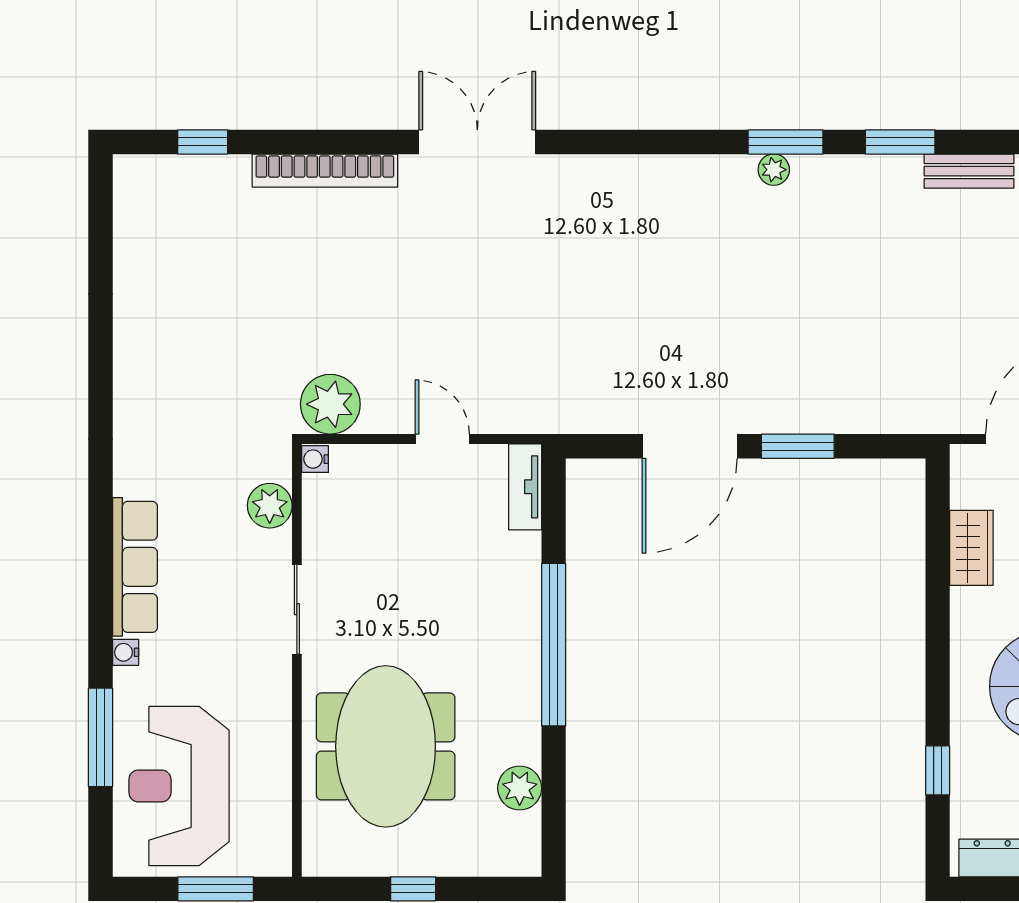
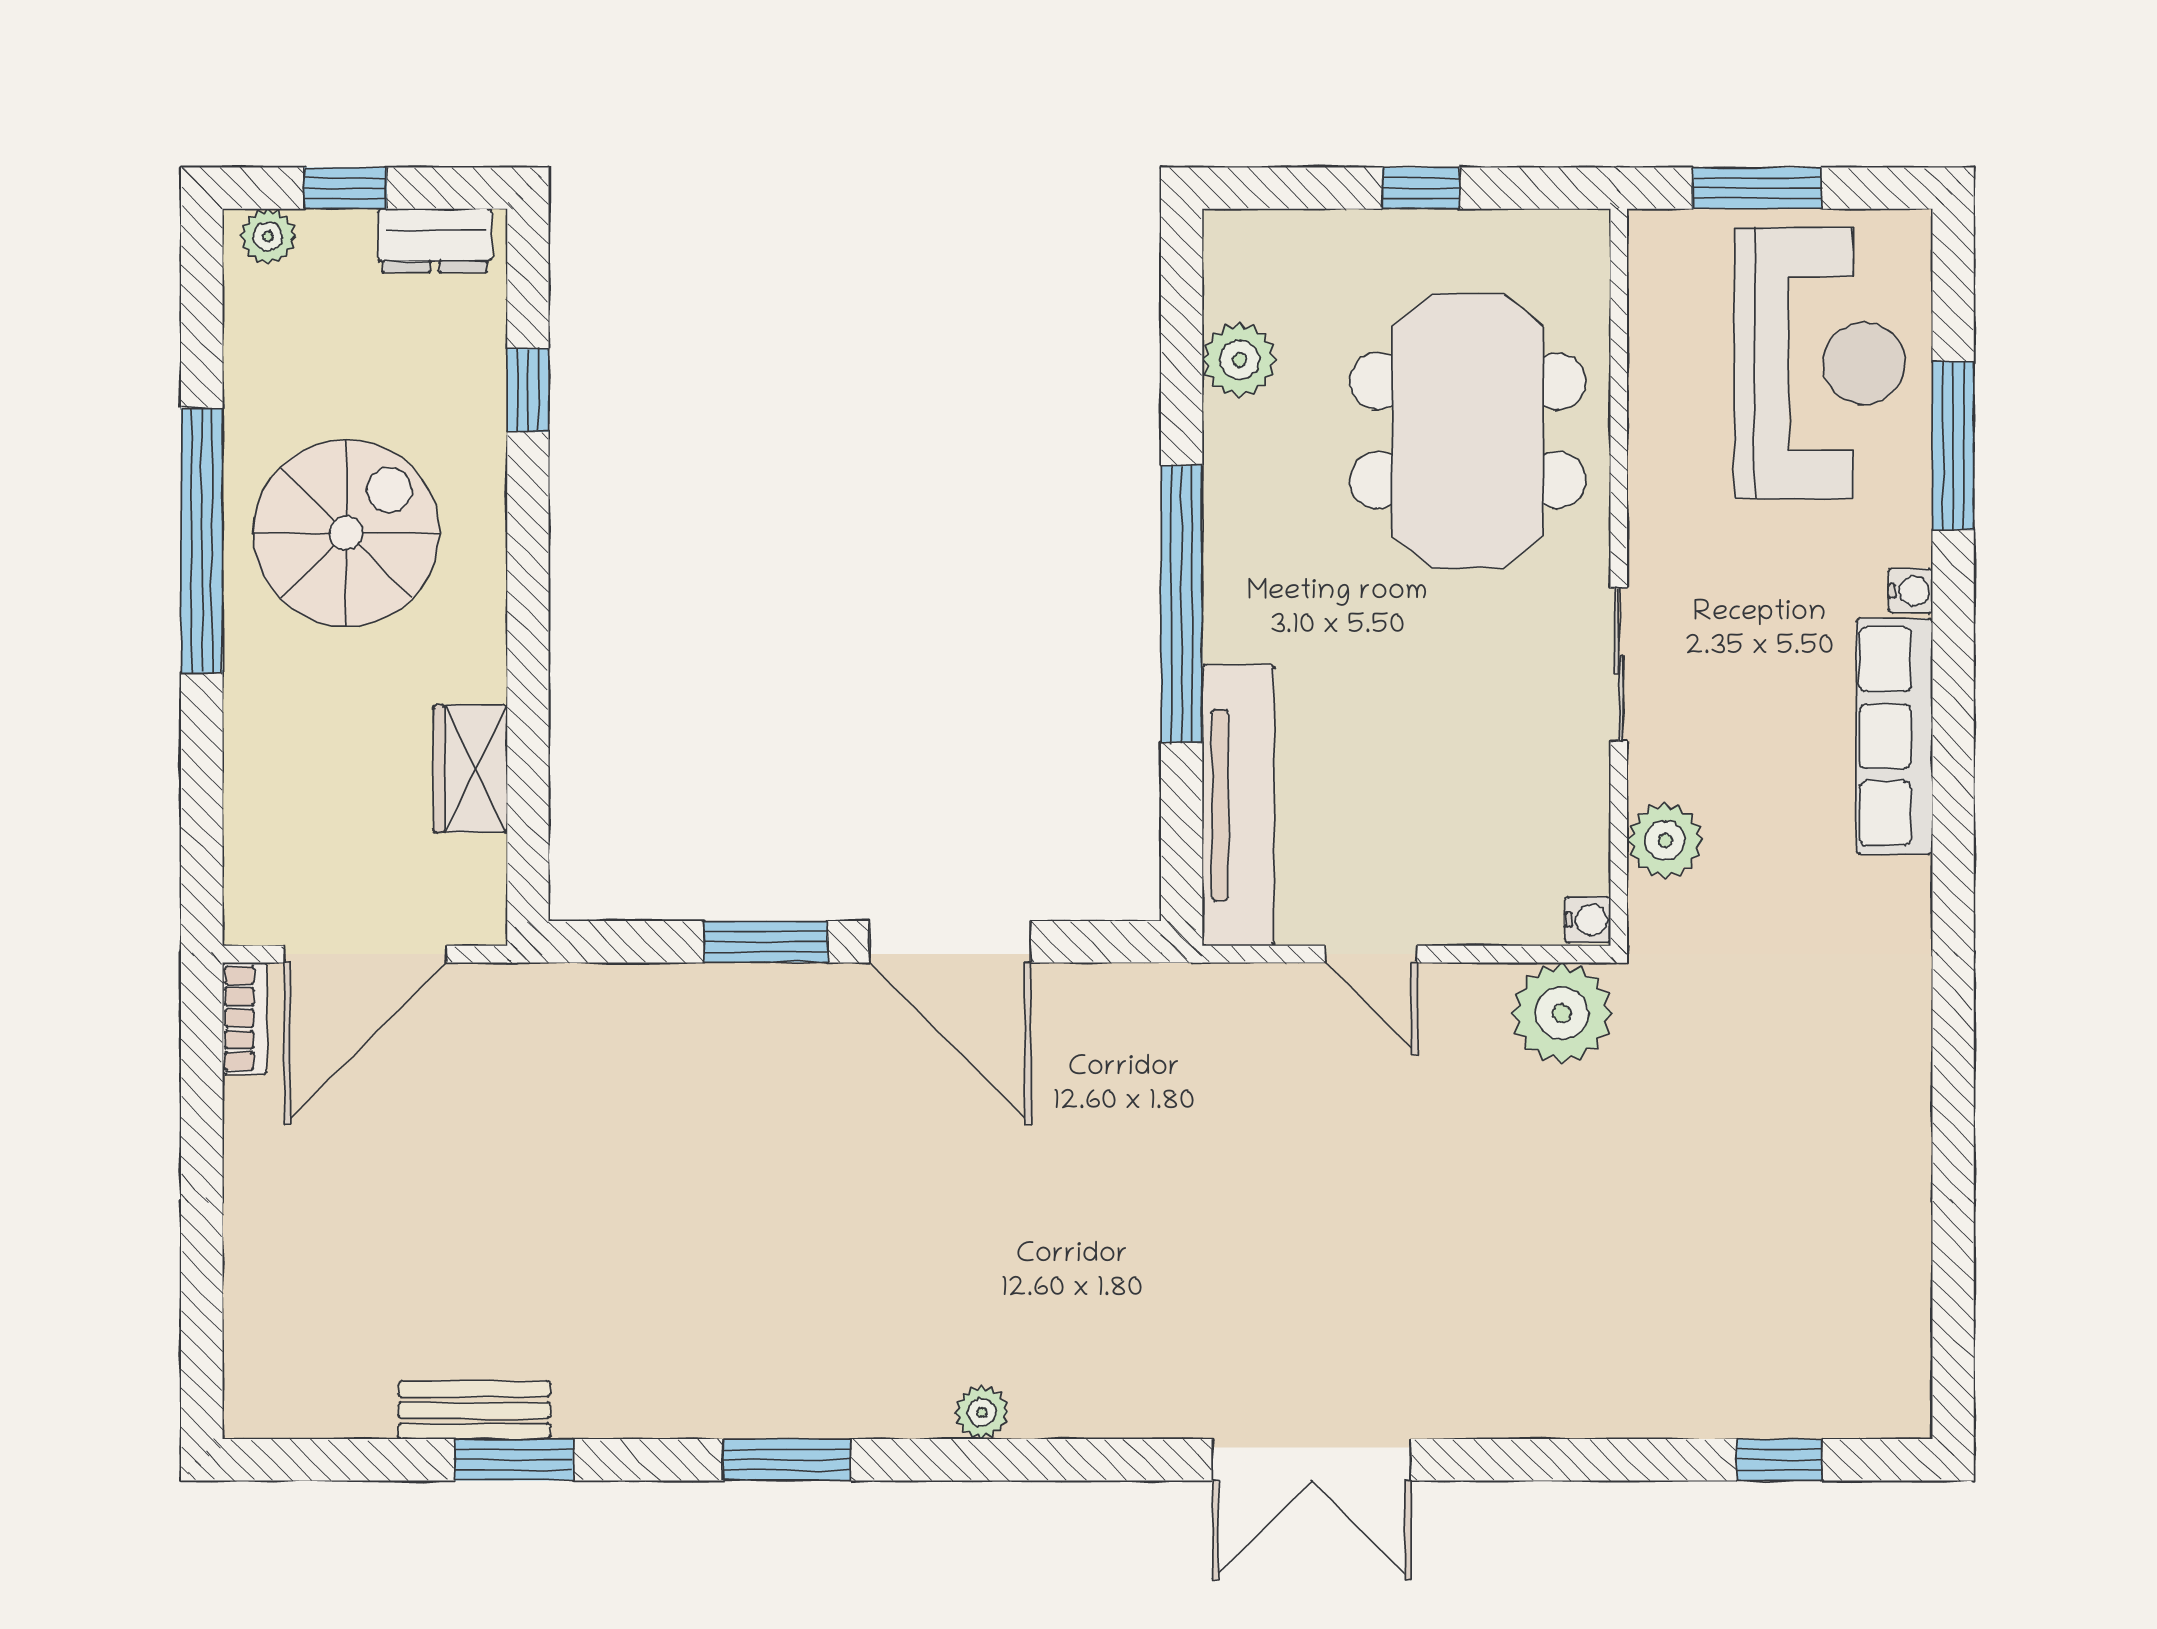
window: (900, 142) -> (514, 1460), moved
plant: (774, 170) -> (982, 1413), moved
bookcase: (325, 171) -> (1571, 1411), removed
door: (690, 446) -> (950, 942), swing flipped
tv unit: (525, 487) -> (1238, 805), width x1.92, depth x1.29

